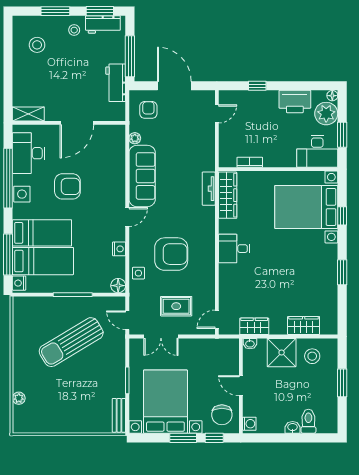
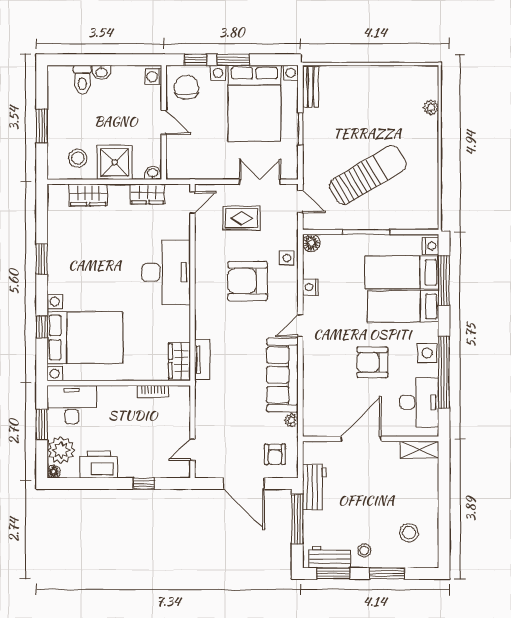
wardrobe: (228, 195) -> (179, 361), width x0.67
desk: (234, 249) -> (166, 272), width x1.87, depth x1.30

